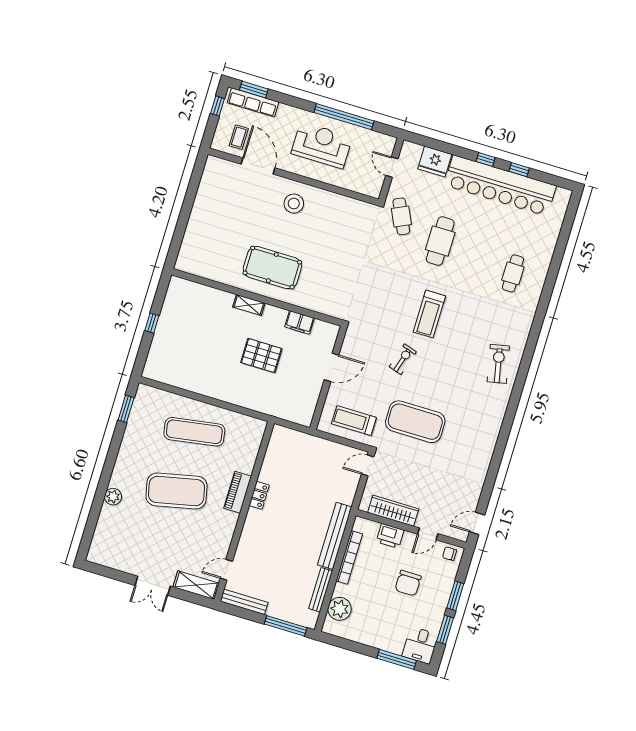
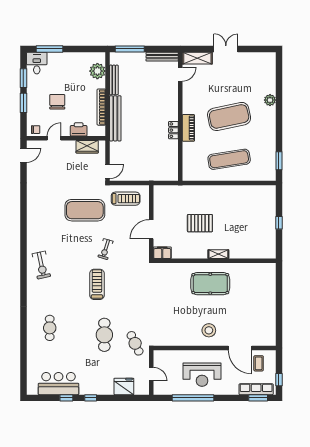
bar counter: (500, 185) -> (59, 384), width x0.54
filing cabinet: (300, 322) -> (162, 253), moved
wardrobe: (393, 511) -> (87, 147), width x0.67

